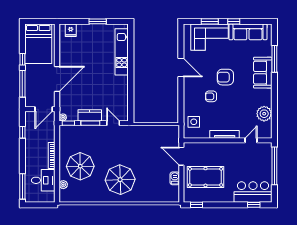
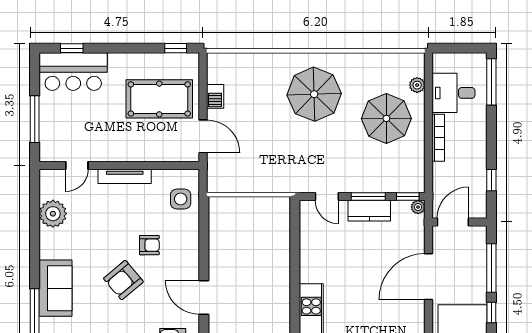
armchair: (225, 77) -> (123, 280), turned 140
window: (274, 166) -> (35, 119), width x0.68

